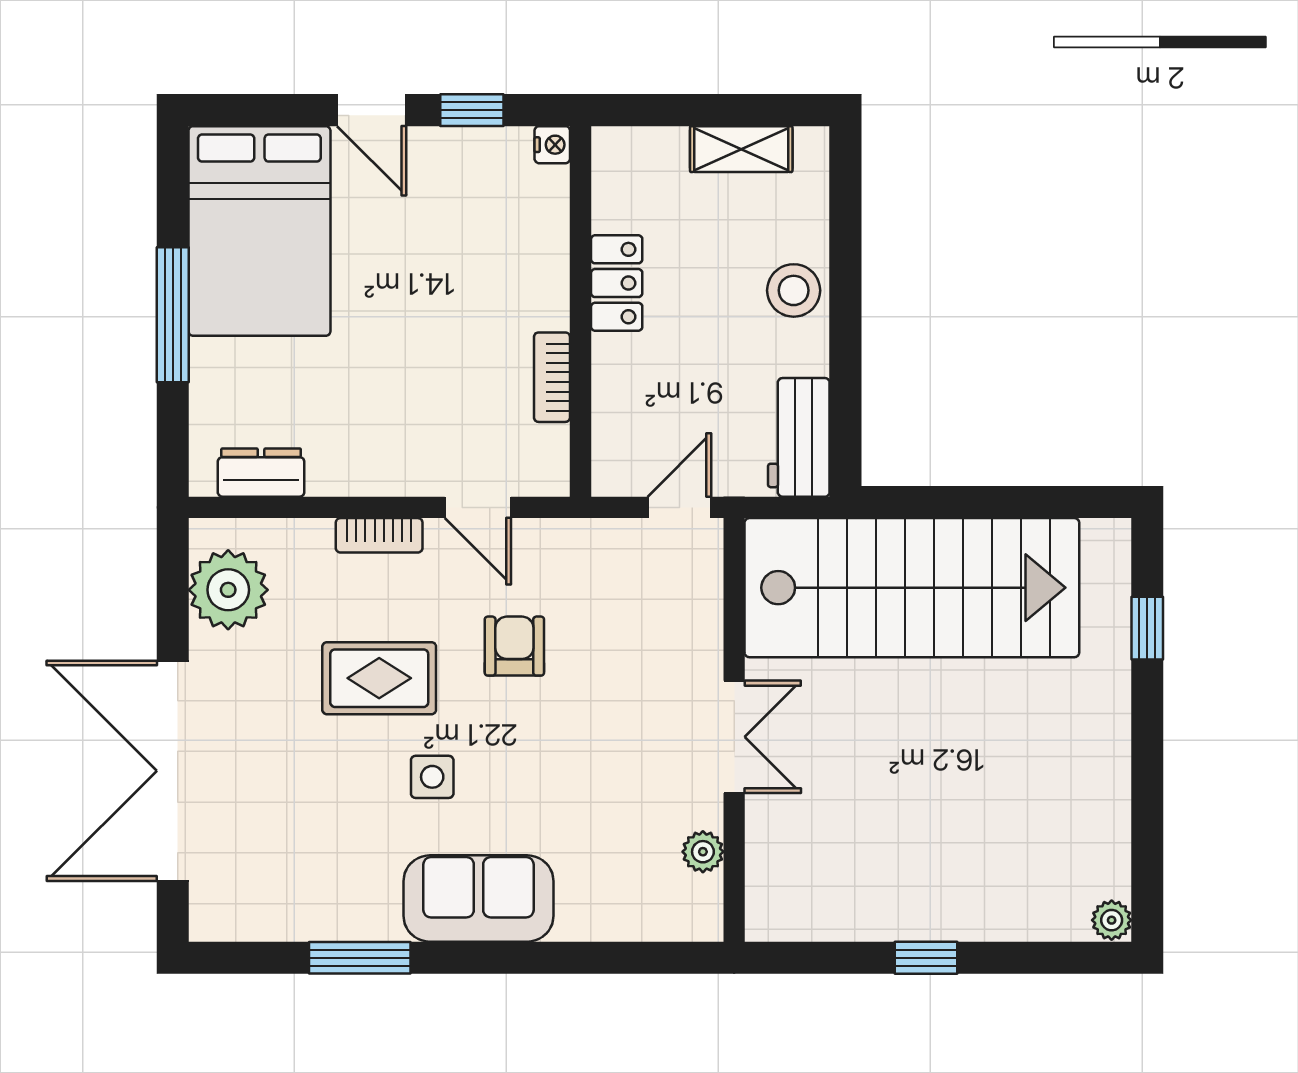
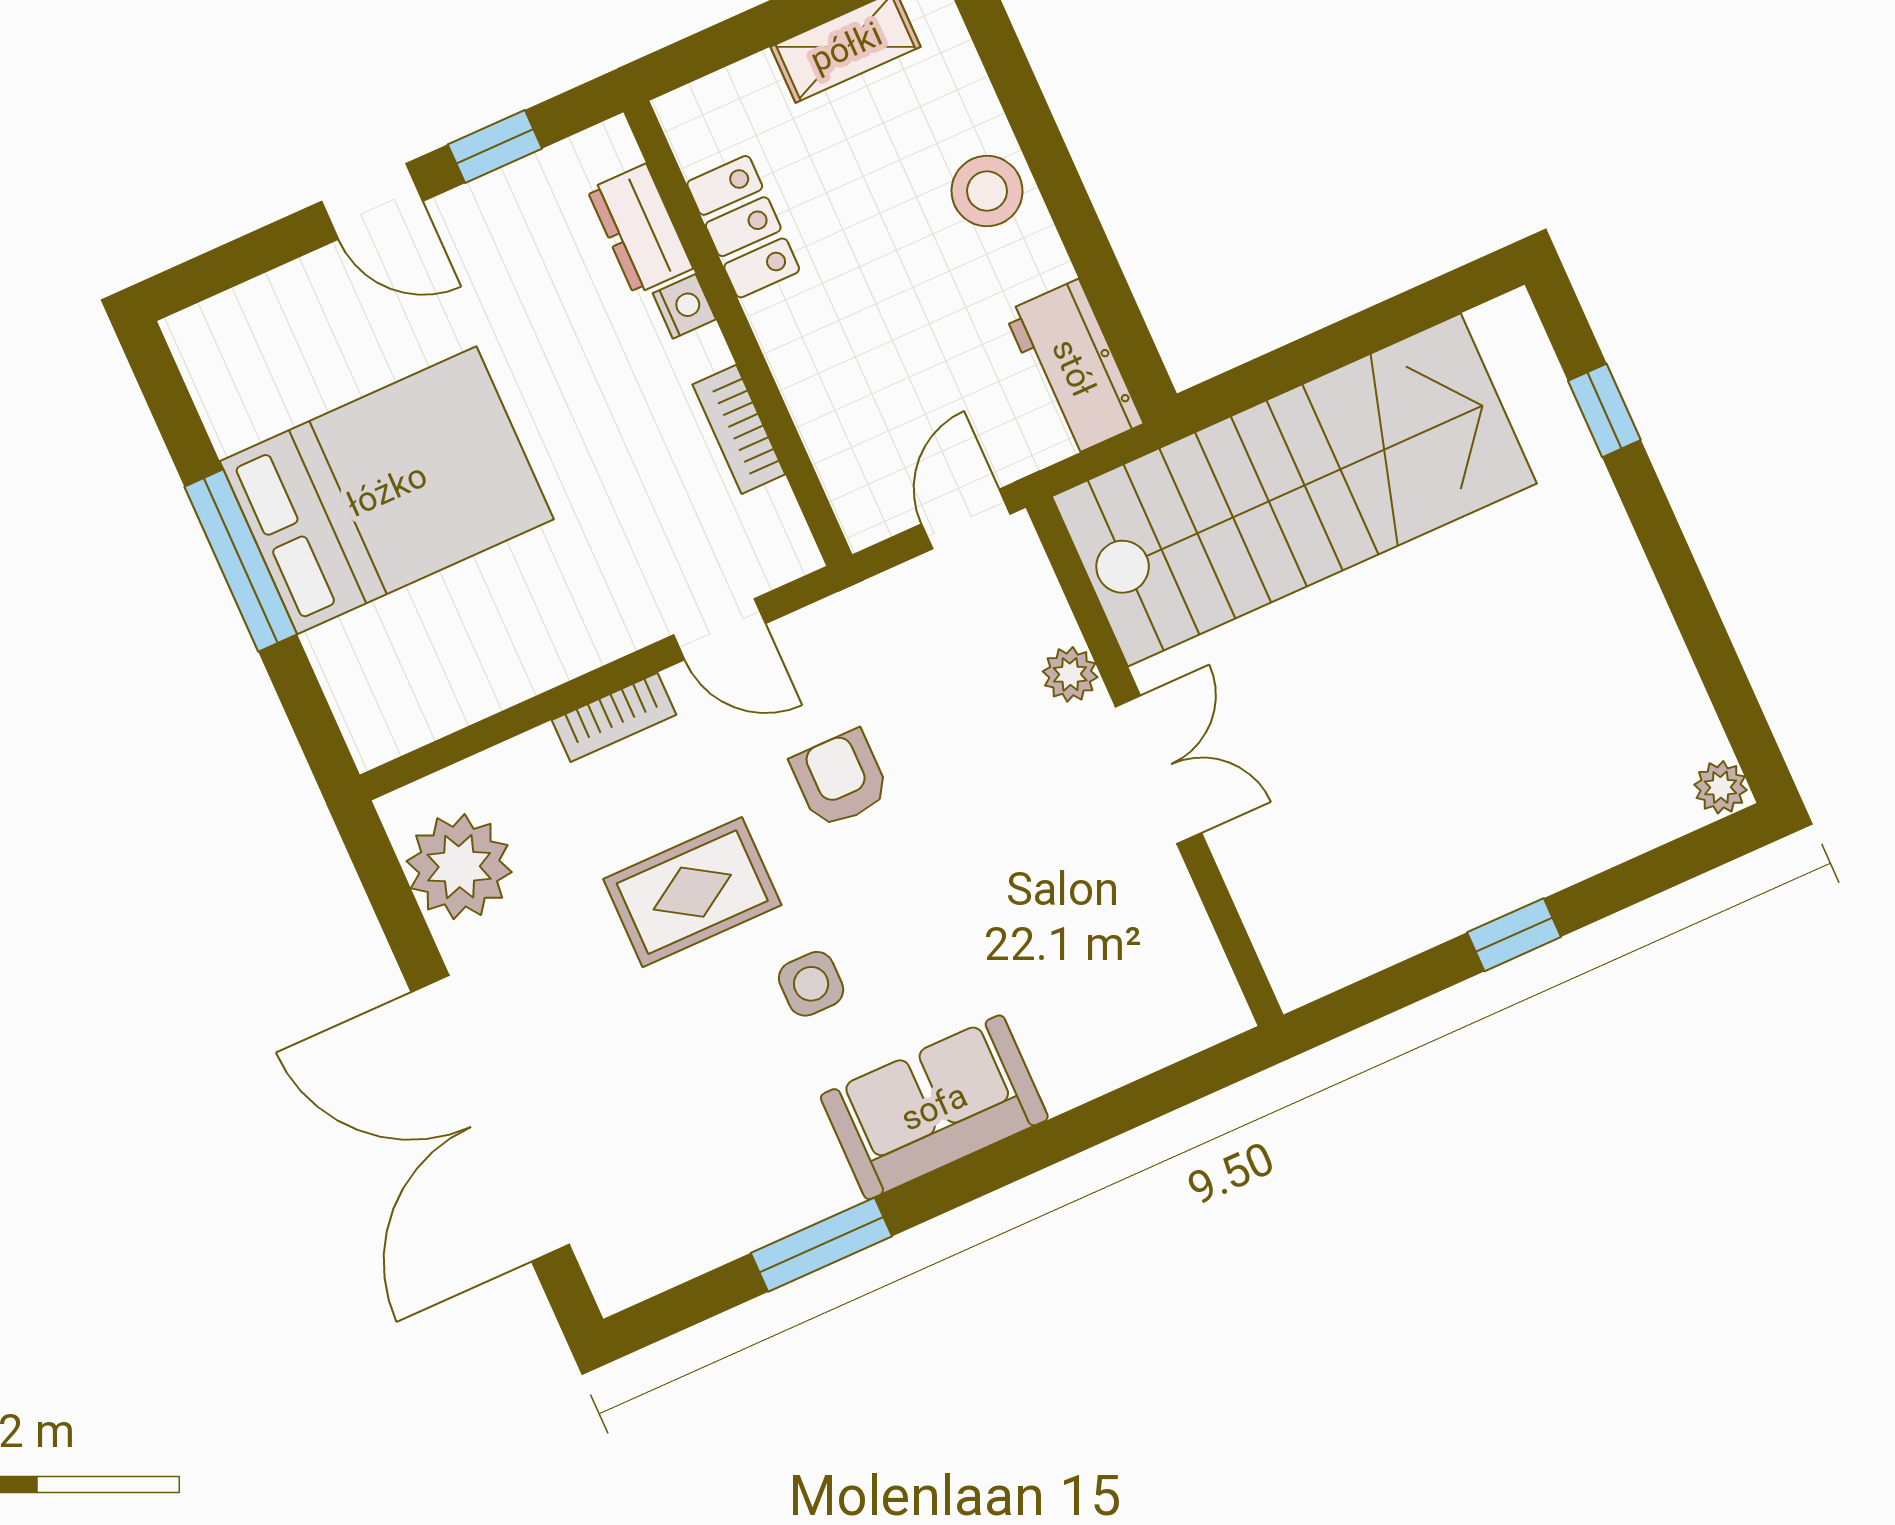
nightstand: (552, 145) -> (684, 306), moved
bed: (259, 231) -> (387, 490), moved, turned -90
locker: (617, 283) -> (743, 227), moved
dresser: (261, 473) -> (640, 229), moved, turned -90
plant: (703, 852) -> (1070, 674), moved

